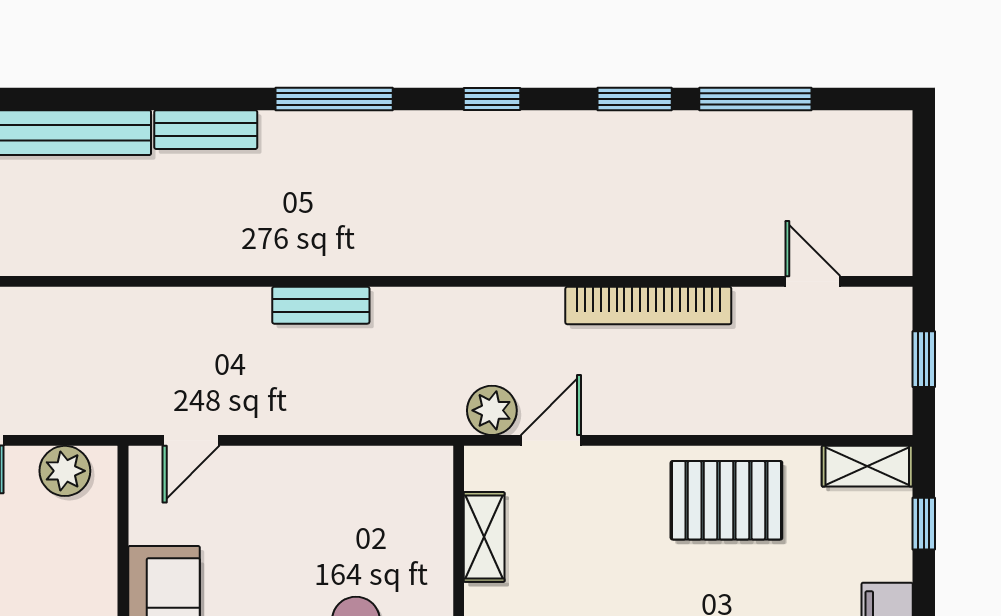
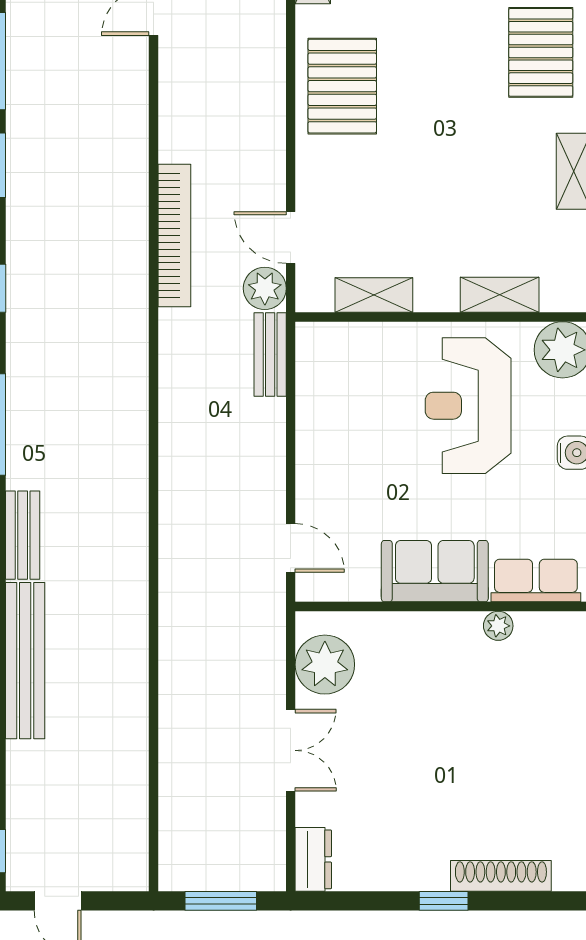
bench: (321, 305) -> (270, 355), moved
bookcase: (648, 306) -> (174, 236), moved
plant: (65, 471) -> (325, 665), width x1.36, depth x1.36

